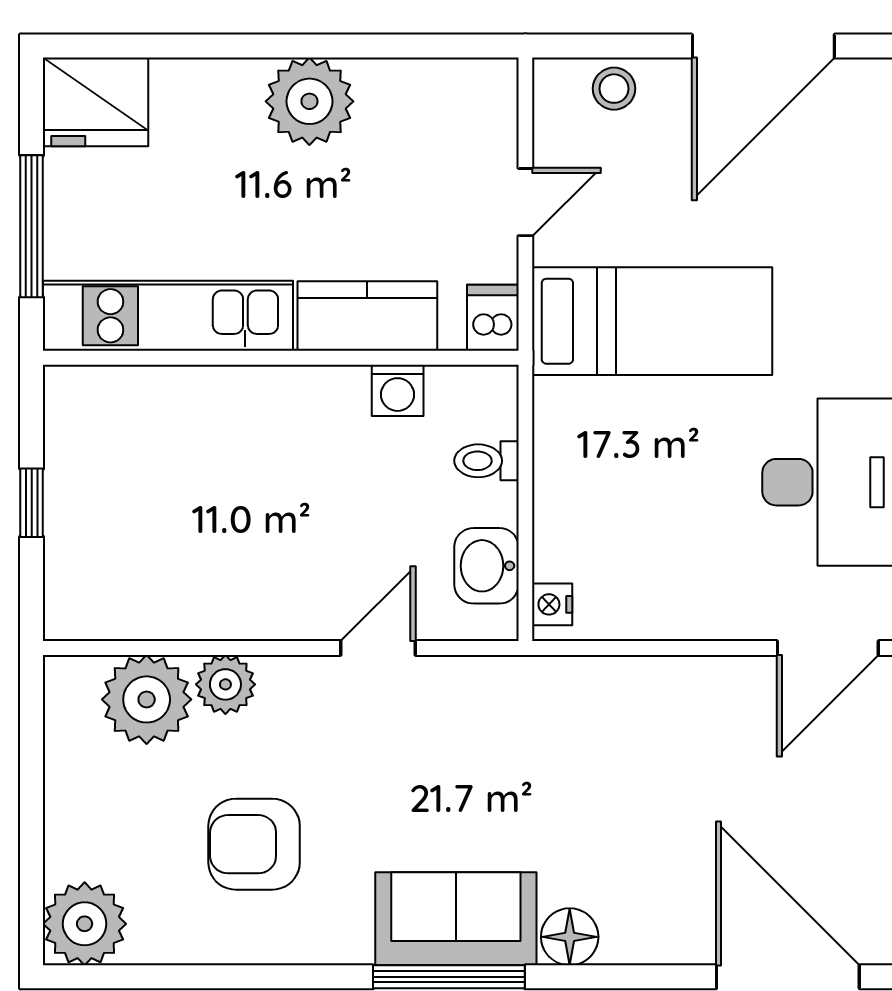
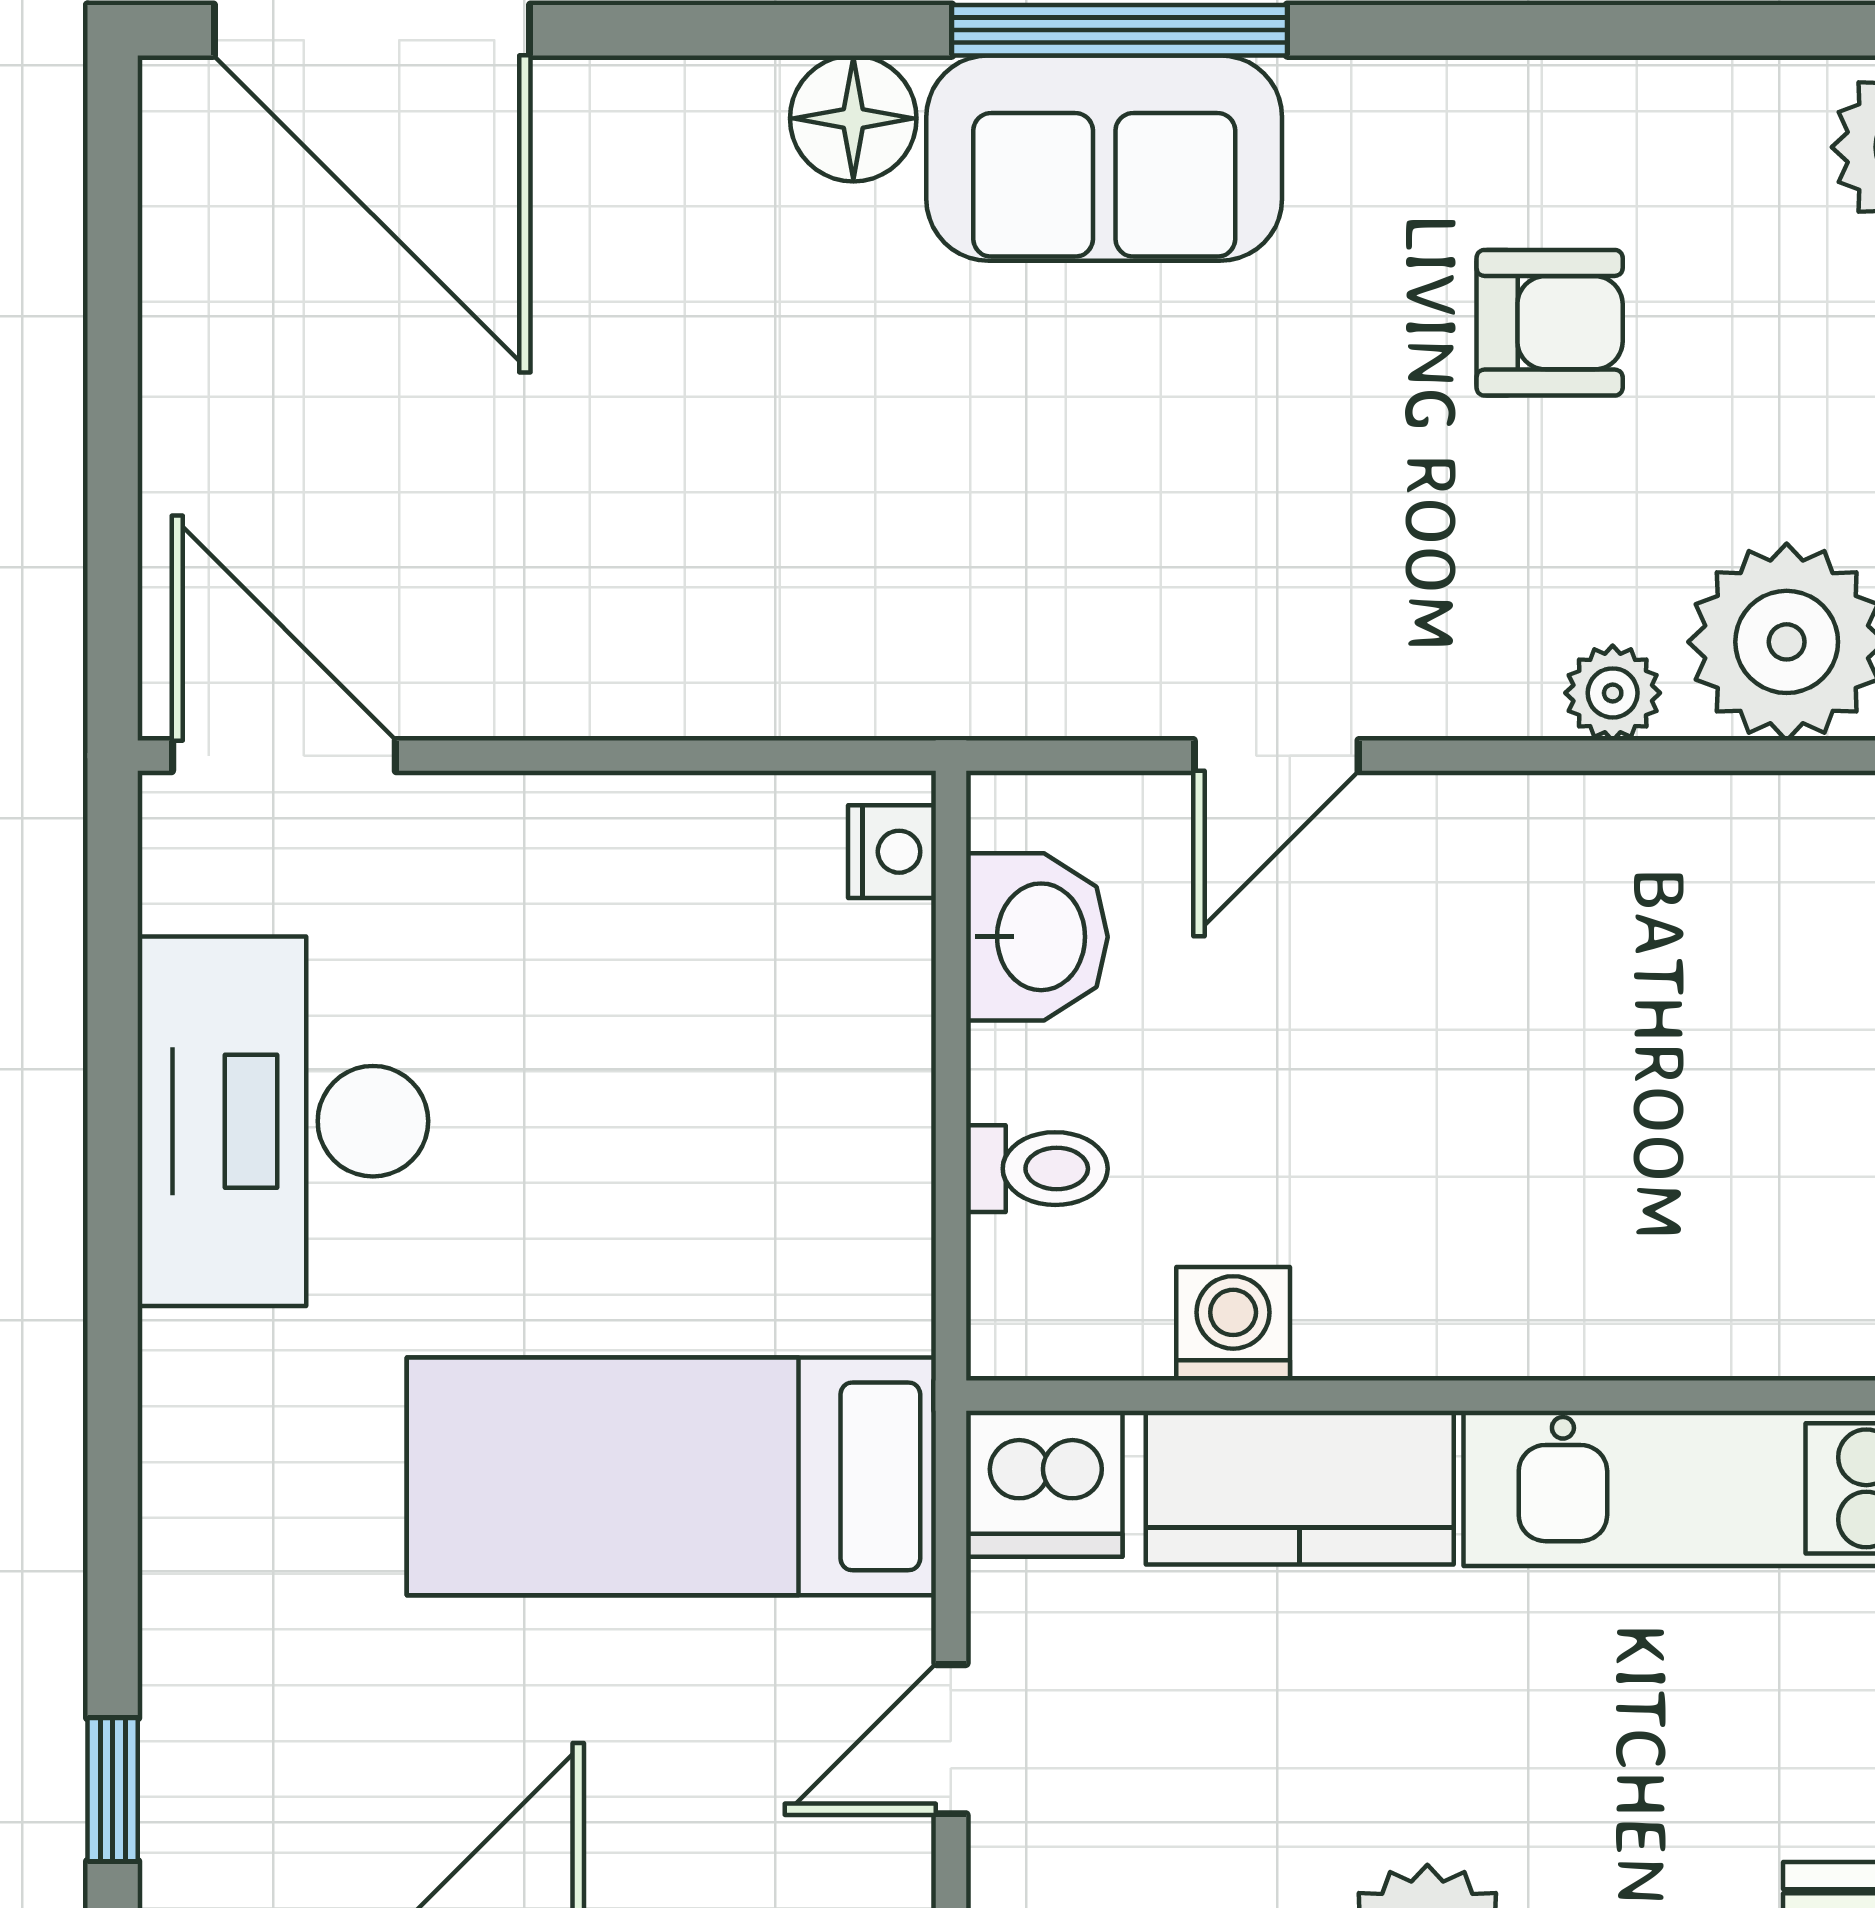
dishwasher: (493, 318) -> (1044, 1484), width x1.38
door: (828, 648) -> (284, 756), hinge flipped
plant: (225, 684) -> (1613, 693), width x0.73, depth x0.73
armchair: (254, 844) -> (1550, 323), width x0.72, depth x0.72

